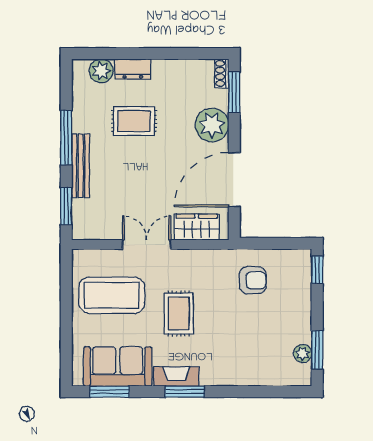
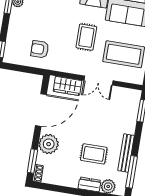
window: (66, 138) -> (132, 172), moved
bench: (81, 166) -> (126, 153), moved

